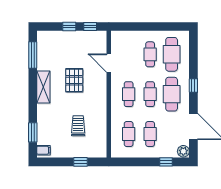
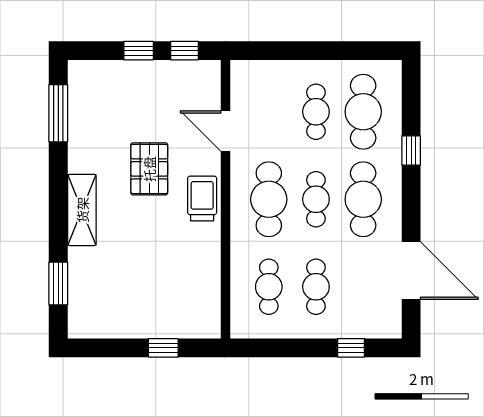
window: (193, 85) -> (411, 150), moved
shelving: (43, 87) -> (82, 210), moved
cafe table: (129, 94) -> (269, 199), width x1.37, depth x1.35
trolley: (78, 126) -> (202, 199), moved
filing cabinet: (44, 150) -> (82, 322), removed
plant: (183, 151) -> (389, 325), removed

